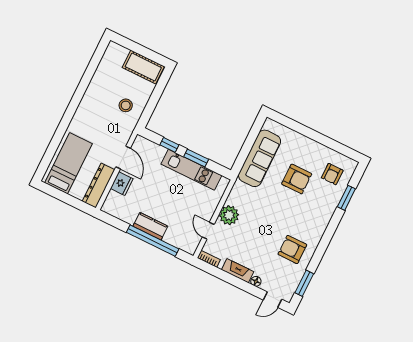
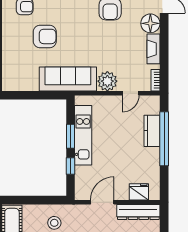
sofa: (260, 158) -> (68, 79), moved
armchair: (297, 179) -> (45, 36), turned 90
fridge: (122, 184) -> (139, 192), moved
kitchen counter: (150, 226) -> (152, 131), moved
floor lamp: (256, 281) -> (150, 23), width x1.89, depth x1.89

